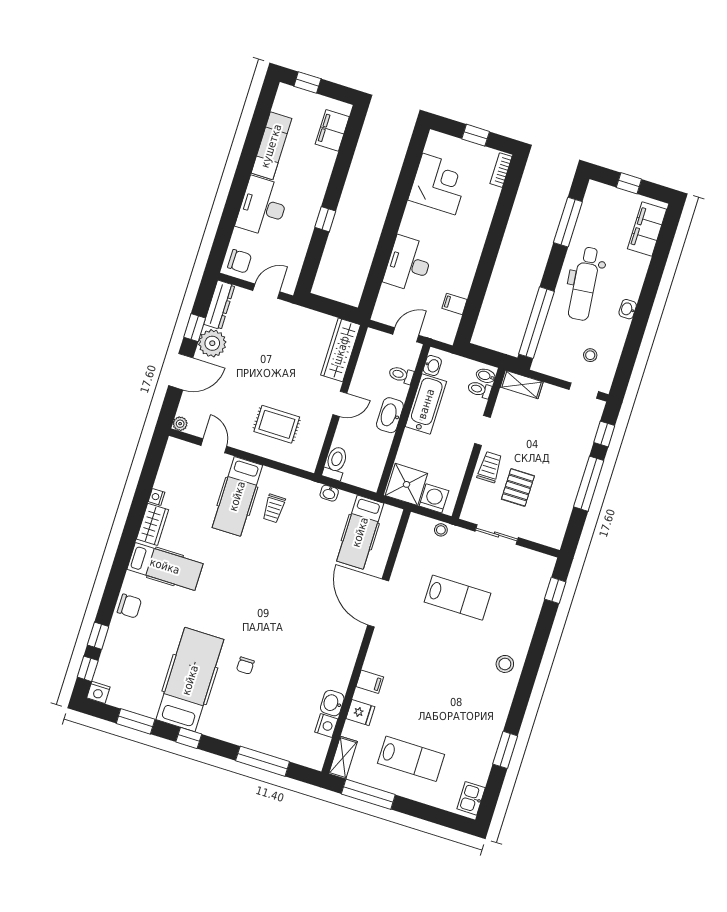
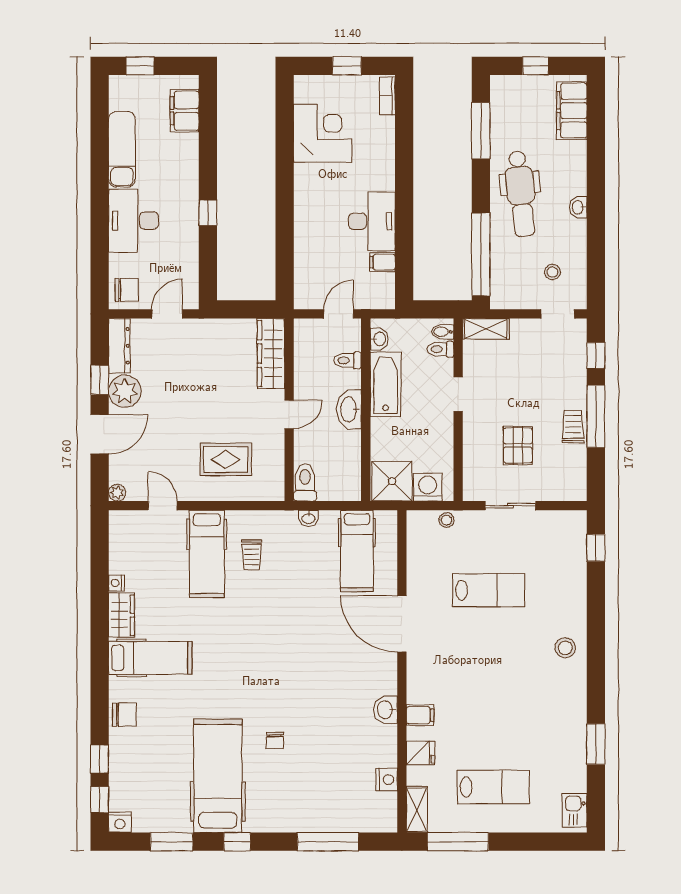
desk: (408, 264) -> (372, 221), moved, turned 180
trolley: (490, 467) -> (573, 427), moved
washbasin: (332, 703) -> (386, 710), moved

